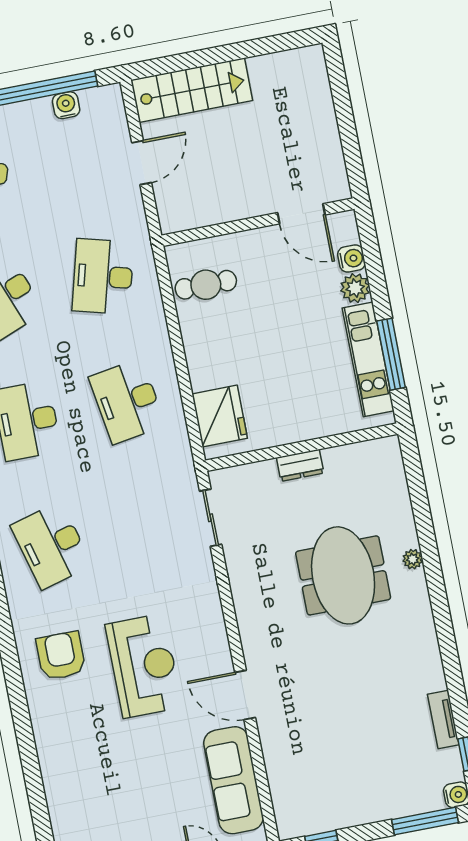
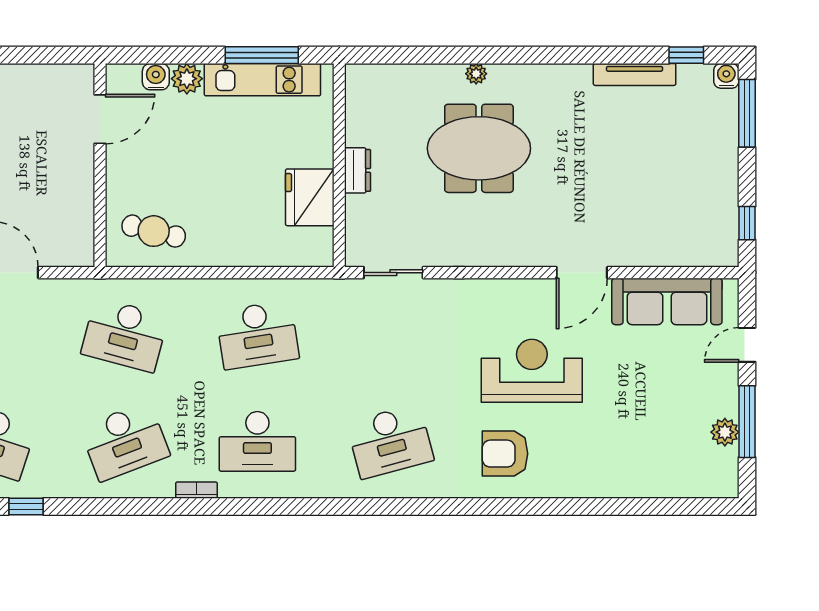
cafe table: (206, 285) -> (154, 231), turned -76
fridge: (220, 416) -> (310, 197), moved, turned -90
tv unit: (443, 719) -> (635, 74), width x1.41

